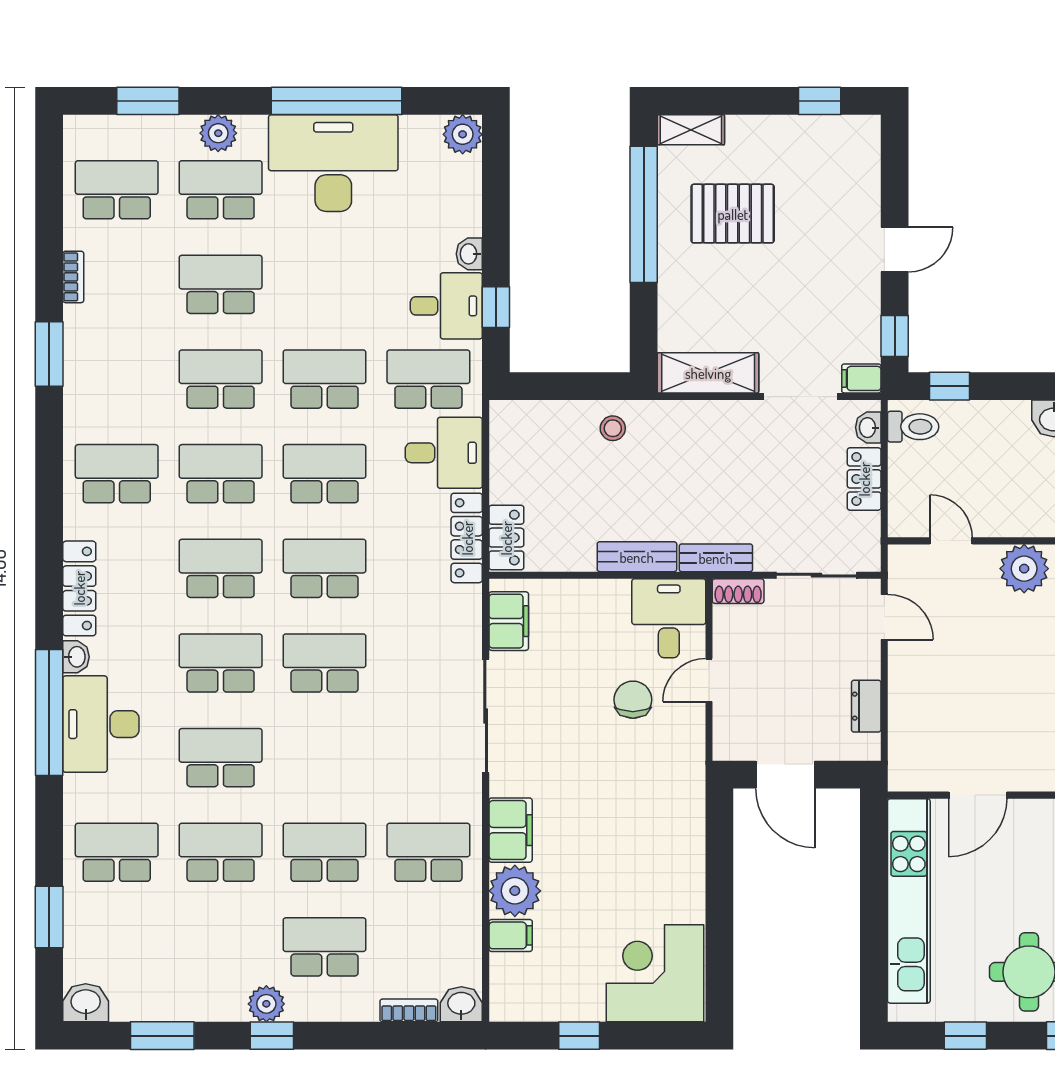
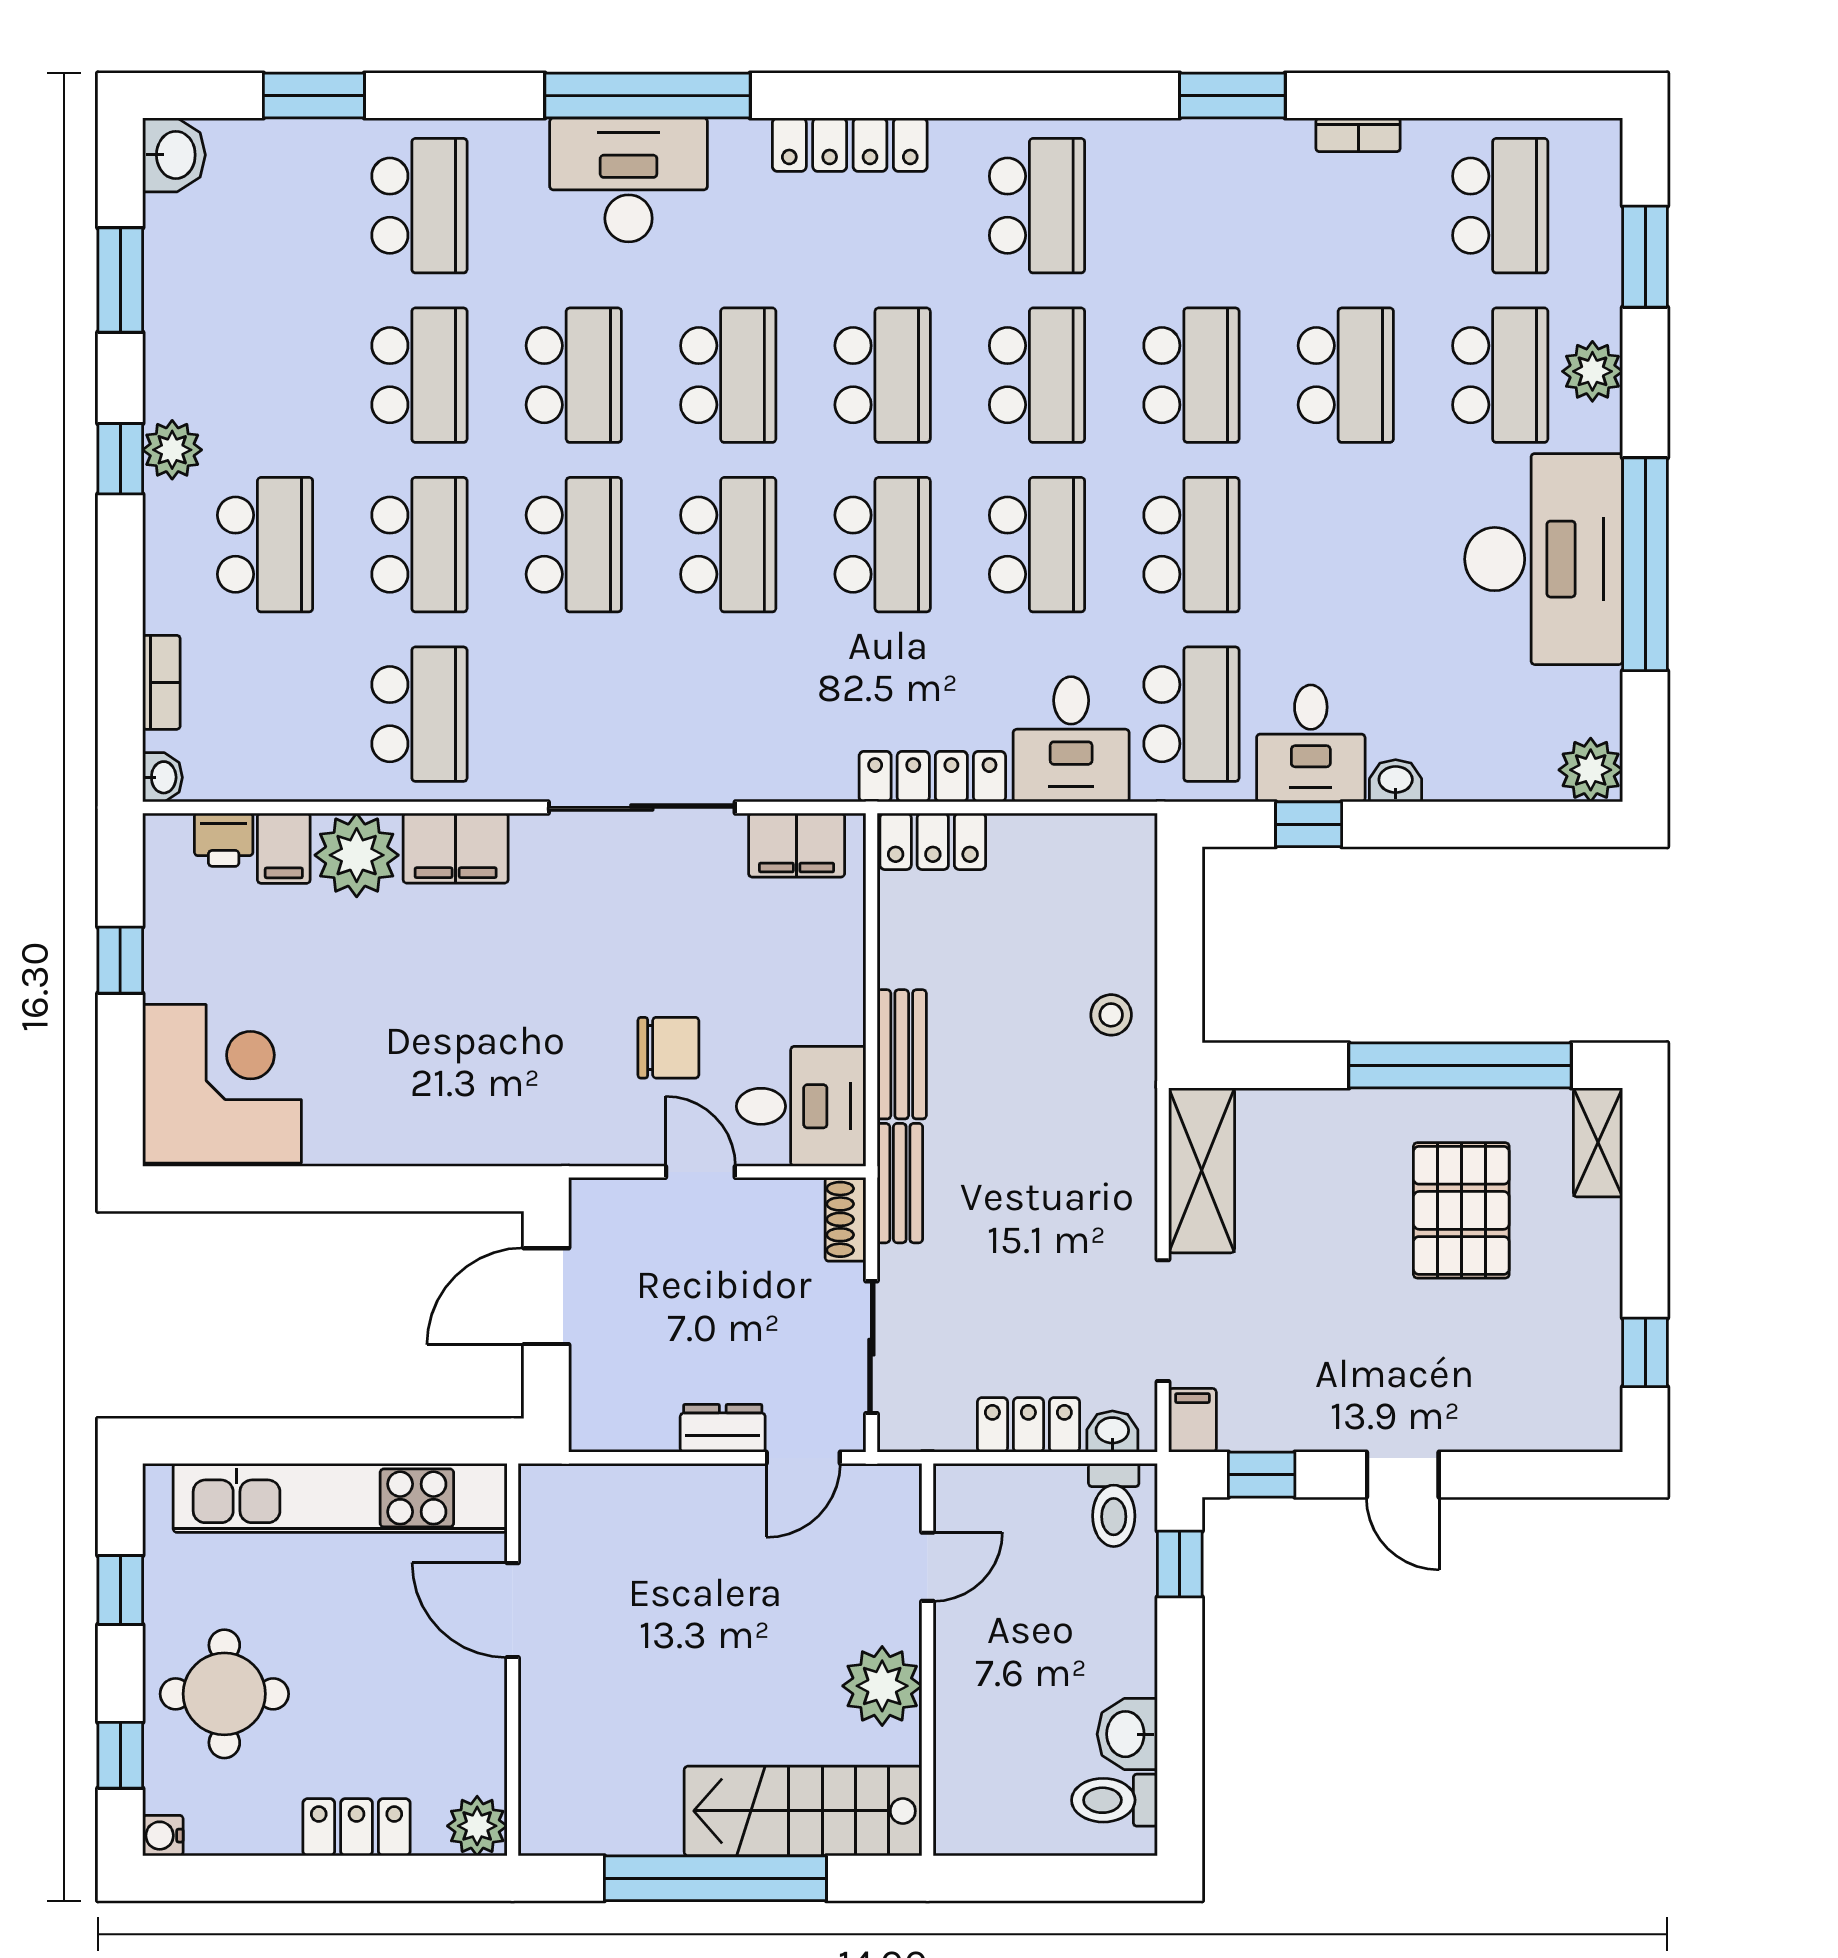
washbasin: (76, 657) -> (738, 139), removed
dresser: (866, 706) -> (723, 1428), moved
school desk: (325, 758) -> (574, 545), added
printer: (505, 972) -> (224, 840), added
washbasin: (461, 1004) -> (163, 777), width x0.72, depth x0.69

